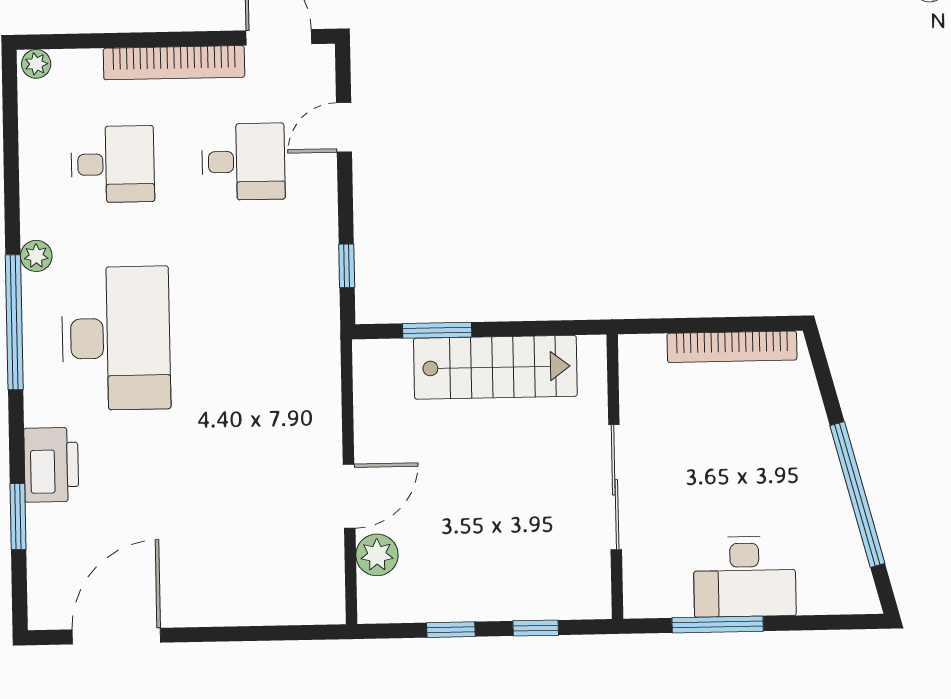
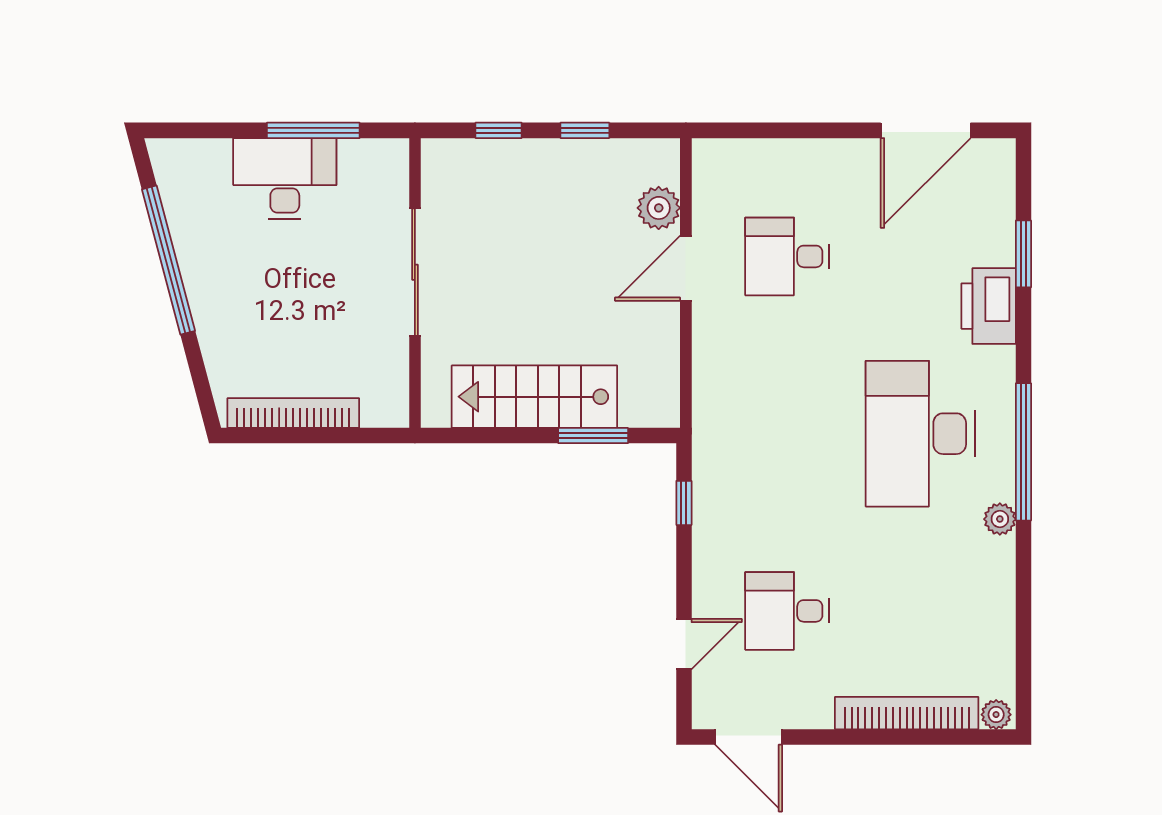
bookcase: (174, 63) -> (907, 713), moved
desk: (113, 164) -> (787, 256), moved

